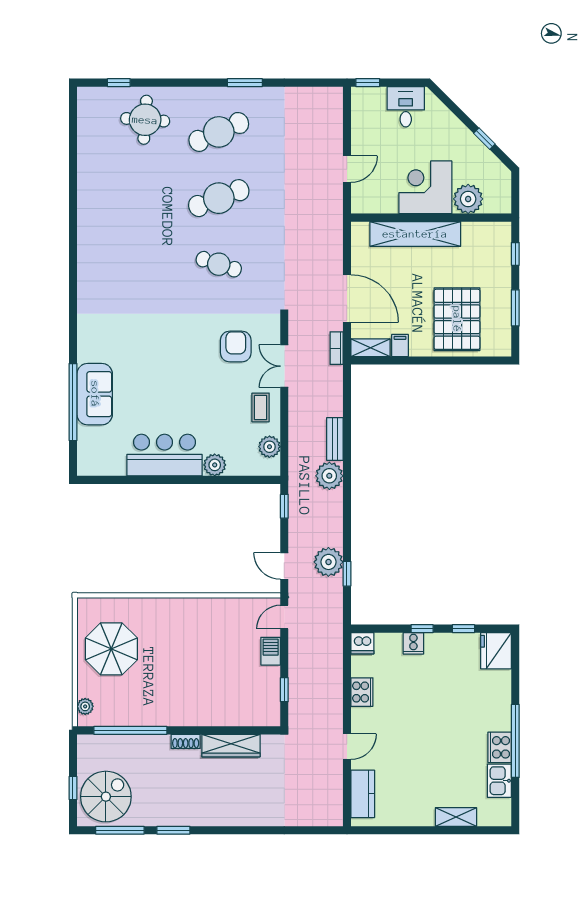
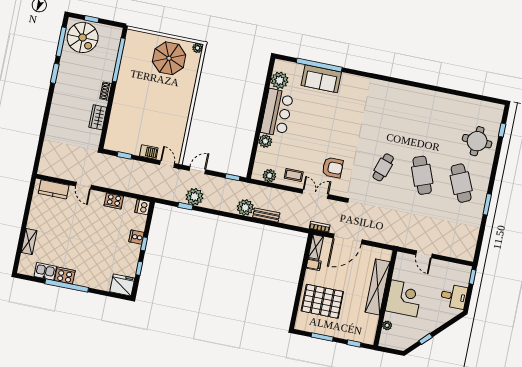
plant: (468, 199) -> (387, 325), width x0.53, depth x0.53
plant: (111, 462) -> (280, 80), added
plant: (85, 706) -> (197, 48), moved
wardrobe: (231, 746) -> (98, 117), width x0.67

